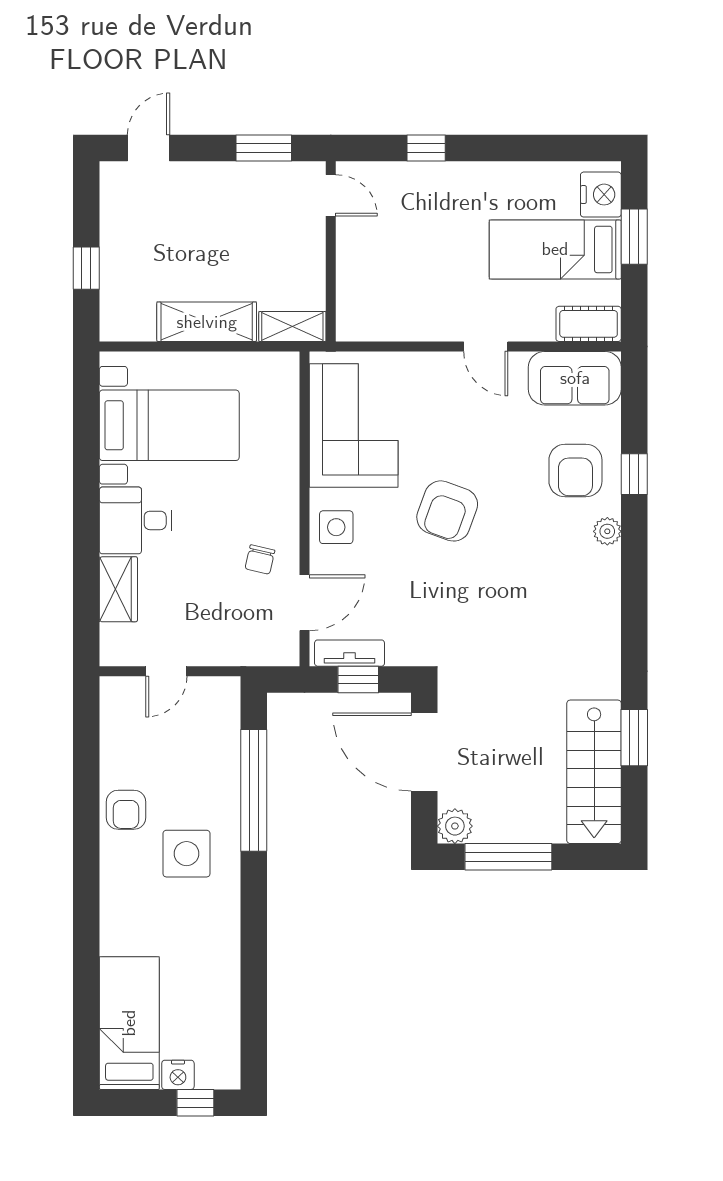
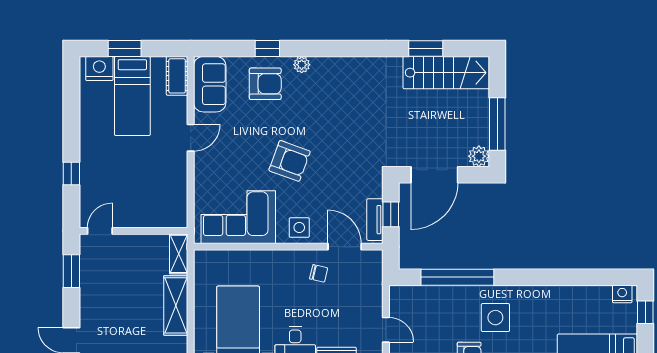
nightstand: (178, 1075) -> (622, 294), moved, turned -90

